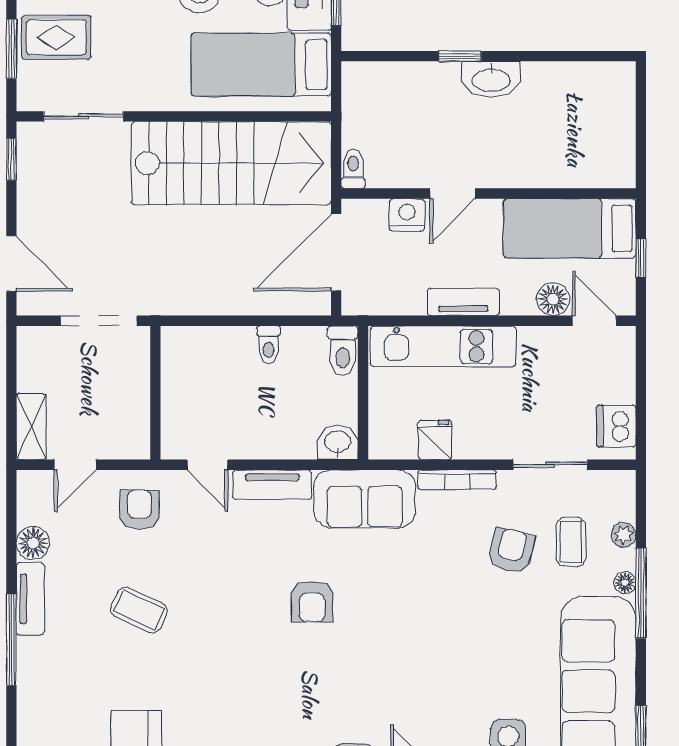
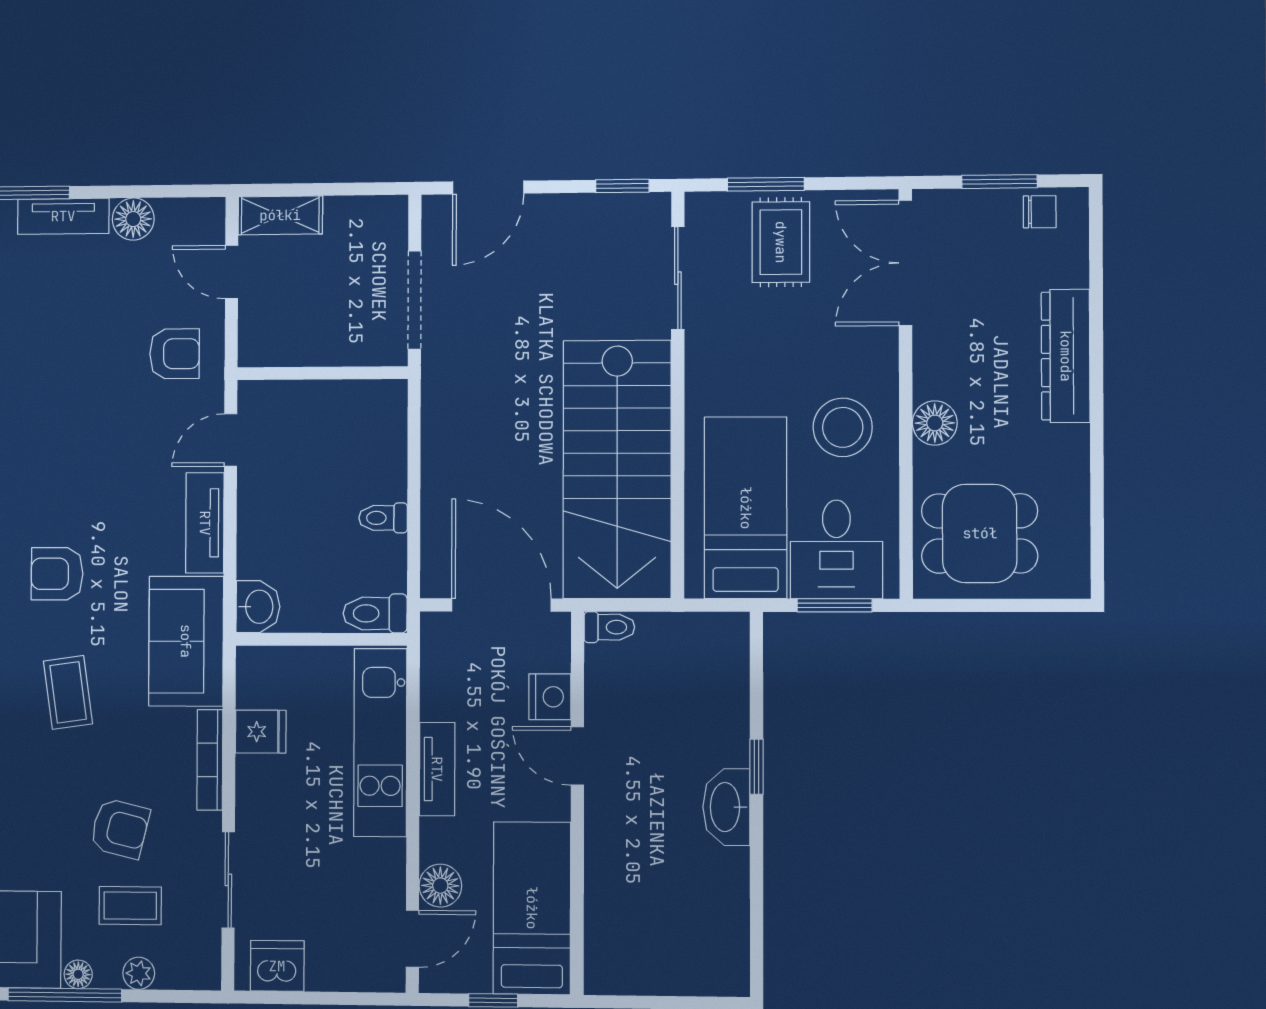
coffee table: (139, 610) -> (68, 692), moved, turned -33

